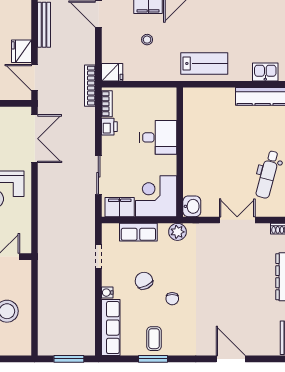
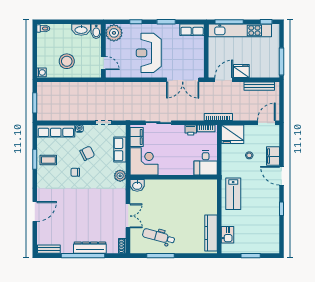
fridge: (112, 72) -> (232, 134), width x1.88, depth x1.34
desk: (158, 137) -> (206, 163), moved
washing machine: (24, 349) -> (41, 72), added

